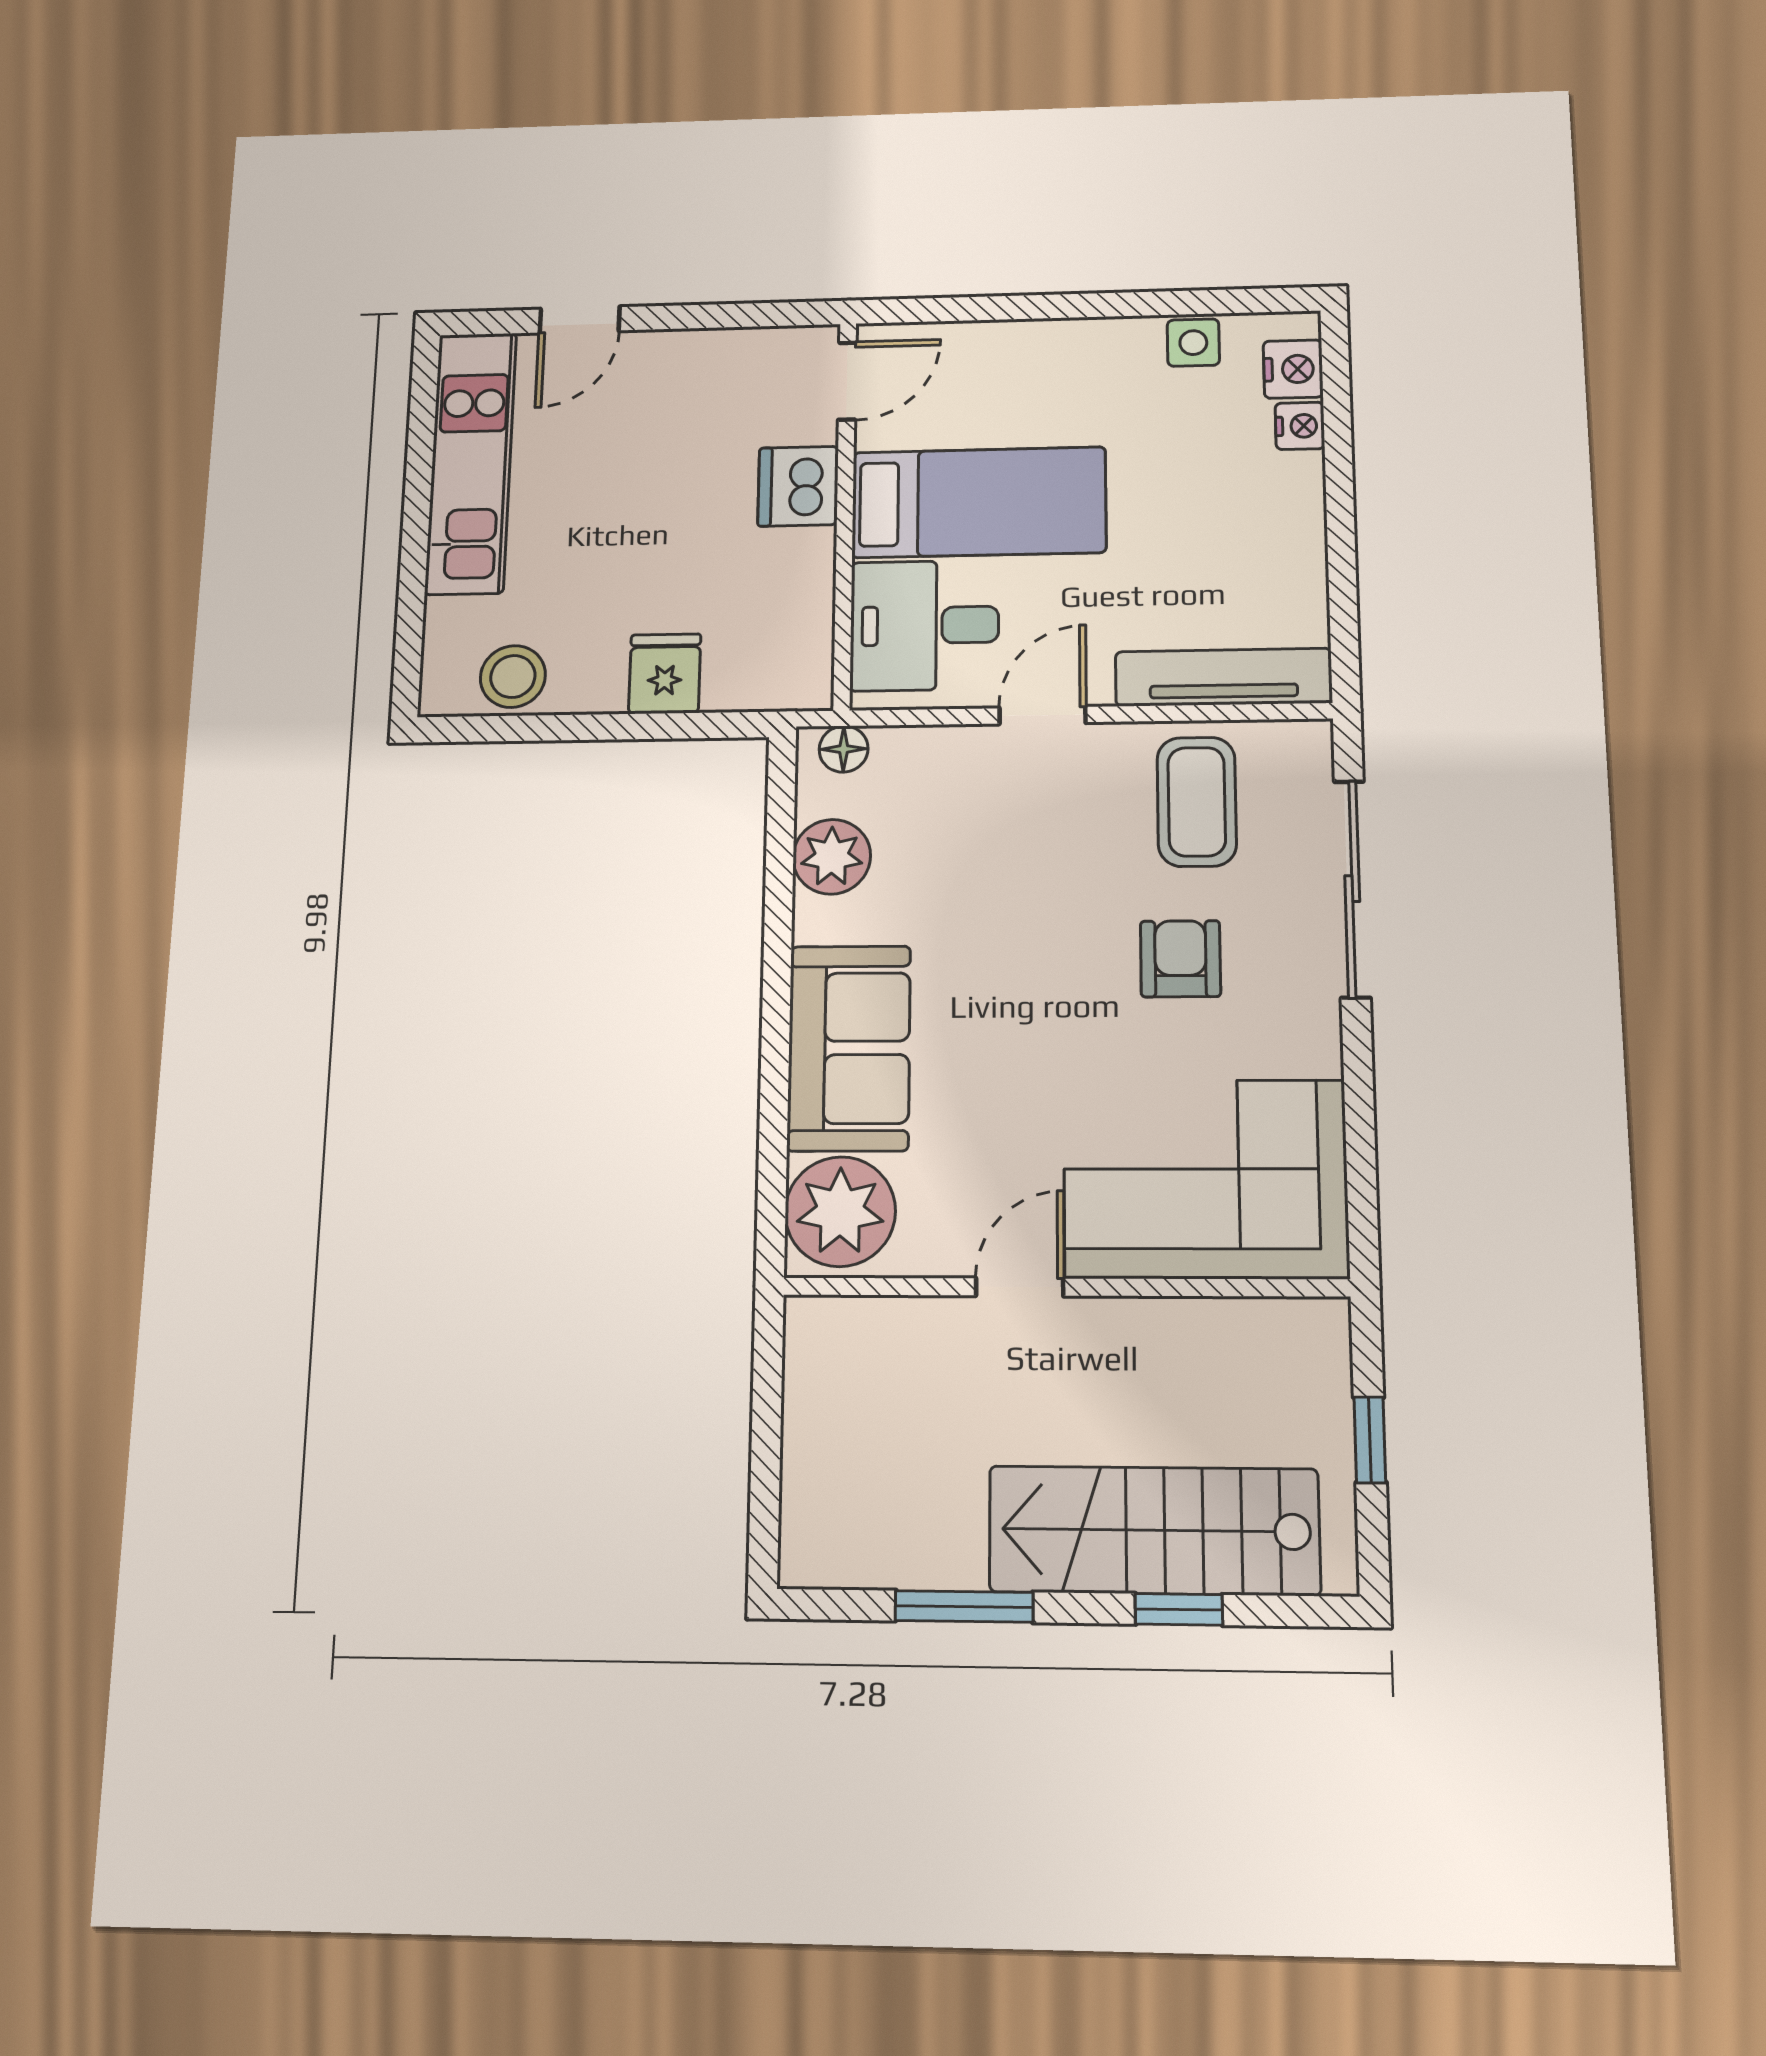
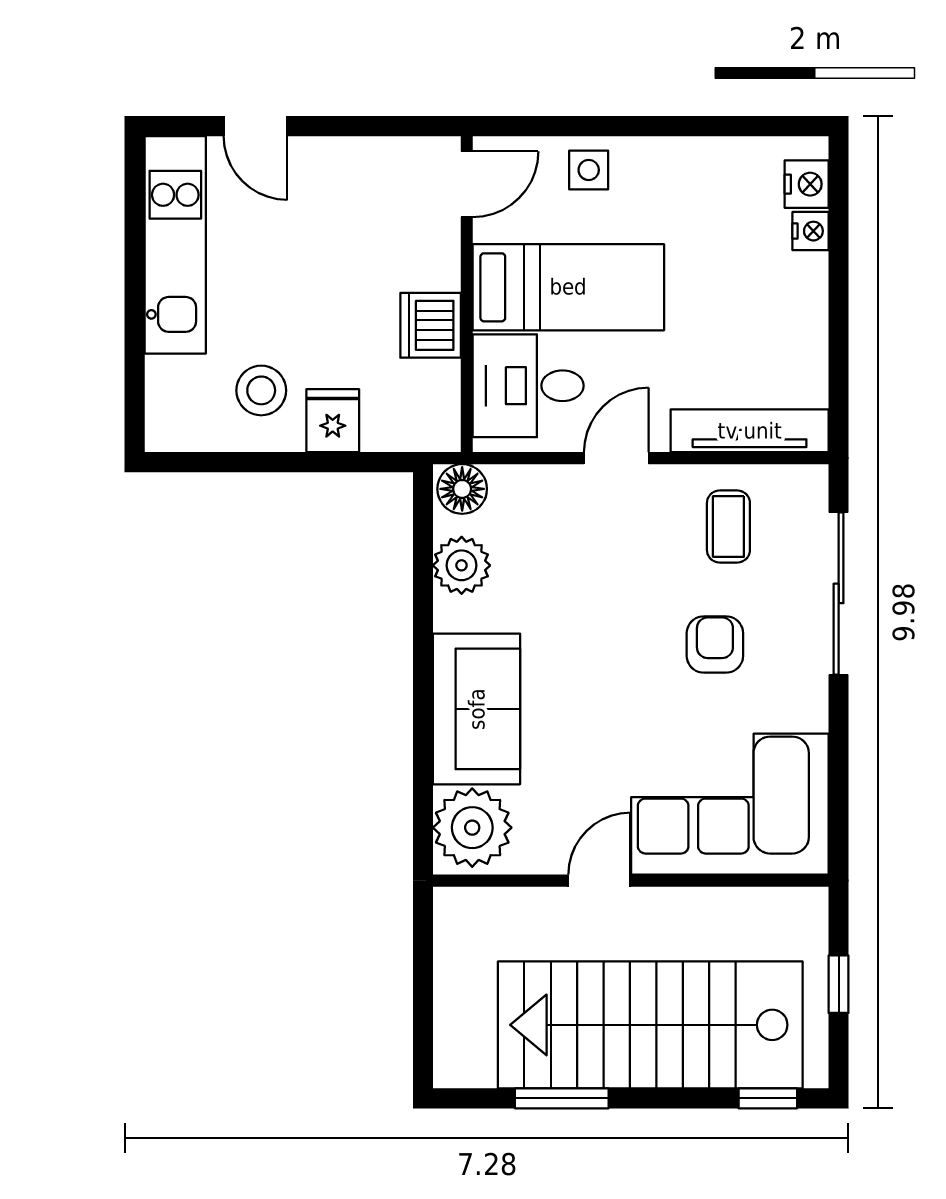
door: (580, 320) -> (256, 126), hinge flipped
side table: (1193, 343) -> (589, 170), moved
dishwasher: (798, 486) -> (431, 325), moved
stool: (513, 677) -> (261, 390), moved
floor lamp: (844, 749) -> (462, 489), width x1.37, depth x1.37
coffee table: (1197, 802) -> (728, 527), width x0.73, depth x0.77
stairs: (1154, 1530) -> (650, 1025), width x1.36, depth x1.51
window: (1179, 1609) -> (768, 1098), moved

